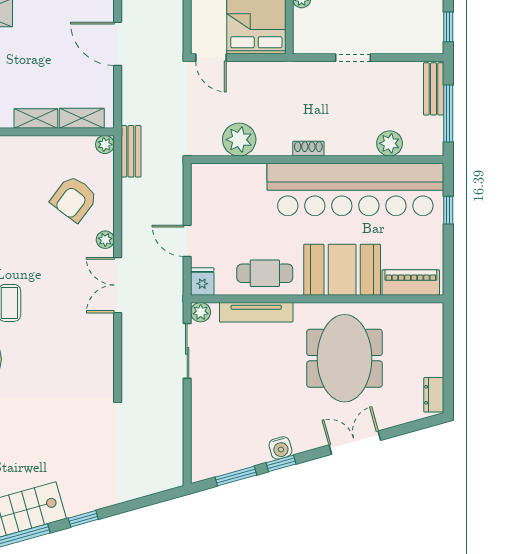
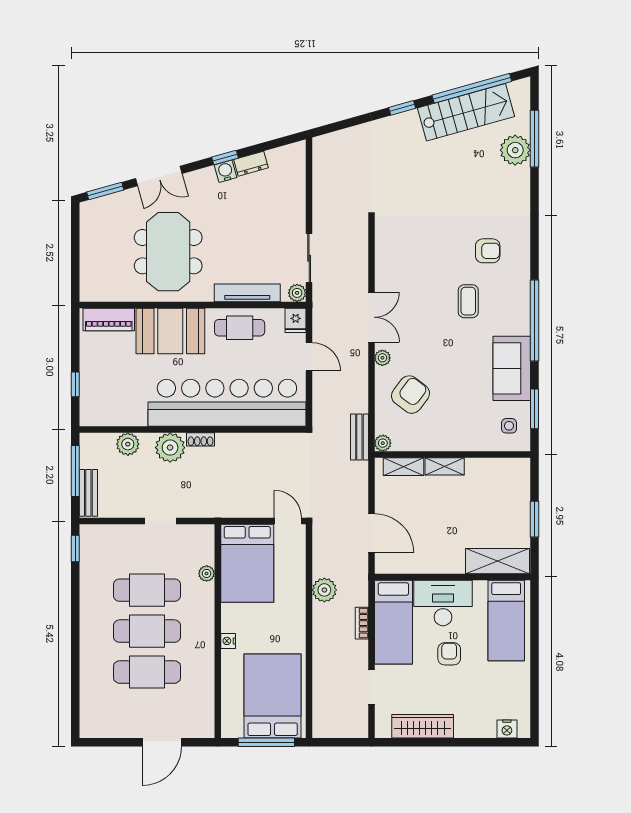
plant: (239, 140) -> (170, 448), moved
bar counter: (355, 189) -> (227, 403), moved
dresser: (434, 395) -> (251, 164), moved, turned 74
window: (236, 476) -> (105, 191), moved

